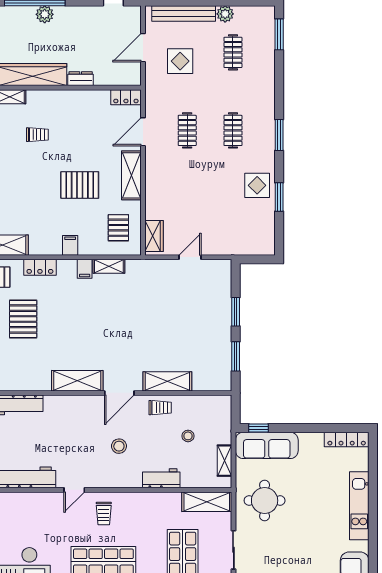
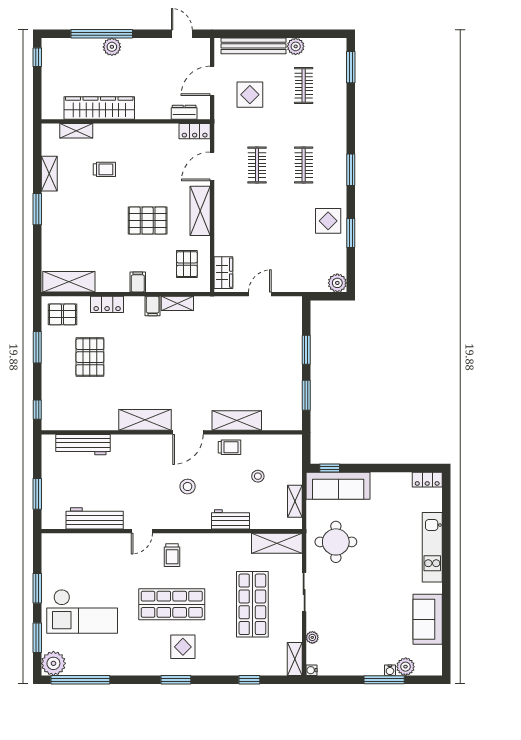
dresser: (81, 79) -> (184, 112), moved
plant: (266, 246) -> (337, 283), added
locker: (347, 439) -> (427, 480), width x0.66

